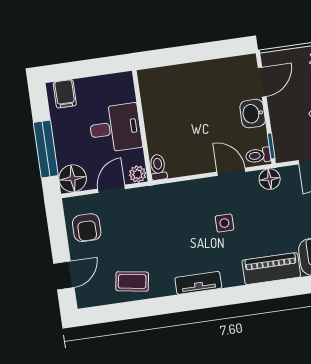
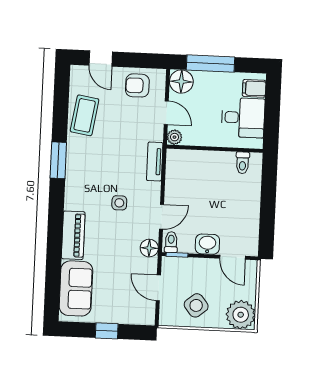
desk: (115, 128) -> (243, 118), moved, turned -90
toilet: (158, 167) -> (243, 163), moved, turned 90
coffee table: (132, 281) -> (85, 115), width x1.36, depth x1.30
tv unit: (198, 283) -> (155, 162), moved, turned 180
window: (189, 302) -> (58, 160), added

